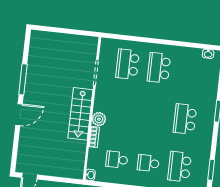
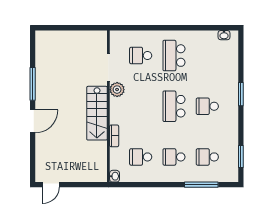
school desk: (128, 64) -> (141, 56), width x0.54
school desk: (154, 115) -> (174, 106), added
plant: (99, 119) -> (117, 90), moved
school desk: (185, 119) -> (207, 106), width x0.54
school desk: (180, 167) -> (207, 157), width x0.54

